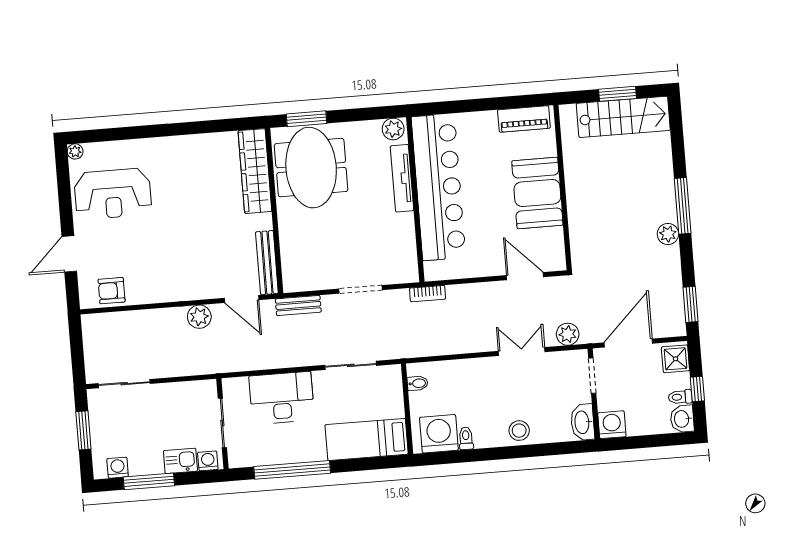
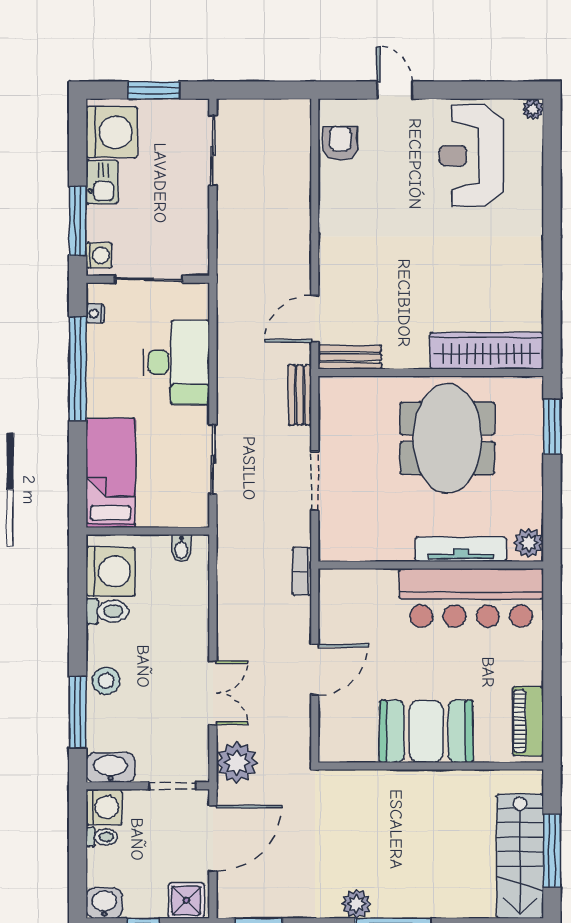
window: (617, 94) -> (552, 851), width x1.44
meeting table: (311, 168) -> (447, 438), moved, turned 90
bar counter: (438, 187) -> (471, 598), width x0.73
door: (69, 254) -> (395, 90), width x0.73
bench: (267, 263) -> (350, 357), width x0.73
door: (525, 276) -> (315, 670), moved
plant: (199, 317) -> (295, 259), removed
plant: (568, 334) -> (237, 762), width x1.36, depth x1.36
door: (628, 343) -> (213, 838), hinge flipped
toilet: (680, 397) -> (102, 837), moved, turned 90
toilet: (466, 438) -> (107, 611), width x1.37, depth x1.39
window: (544, 450) -> (78, 712), added
nightstand: (251, 460) -> (95, 314), added
kitchen sink: (180, 461) -> (102, 182), moved
washing machine: (118, 468) -> (112, 132), width x1.89, depth x1.89
window: (149, 481) -> (78, 221), moved

